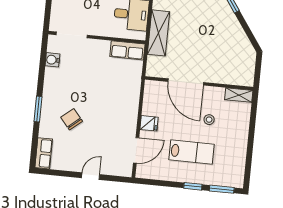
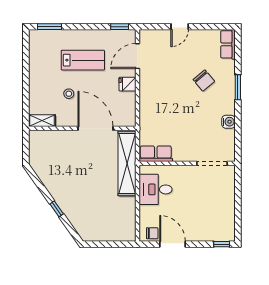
shelving: (159, 33) -> (127, 164), width x1.47
water cooler: (52, 60) -> (228, 122), moved
lab bench: (192, 152) -> (83, 60), turned 180
window: (193, 186) -> (120, 27), moved

